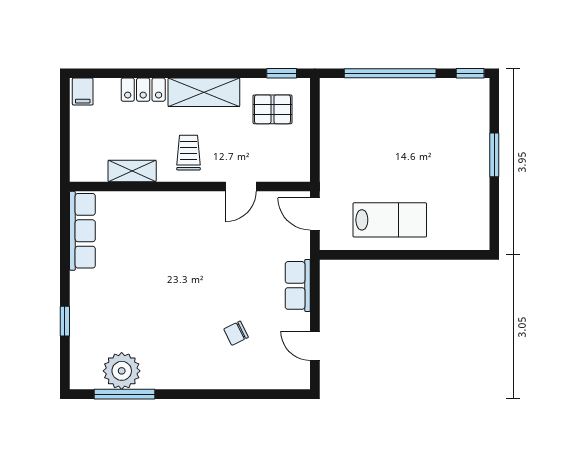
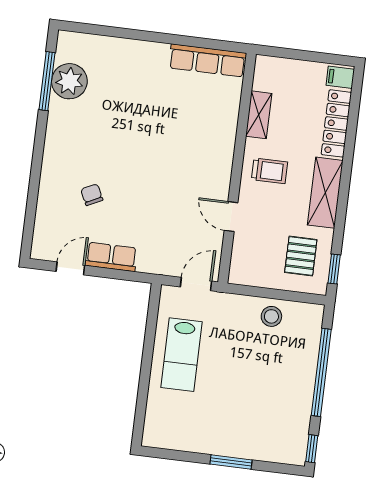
locker: (143, 90) -> (336, 123), width x1.53
stool: (339, 132) -> (271, 316), added
row of seats: (298, 285) -> (111, 257), moved
window: (65, 321) -> (123, 33), removed

